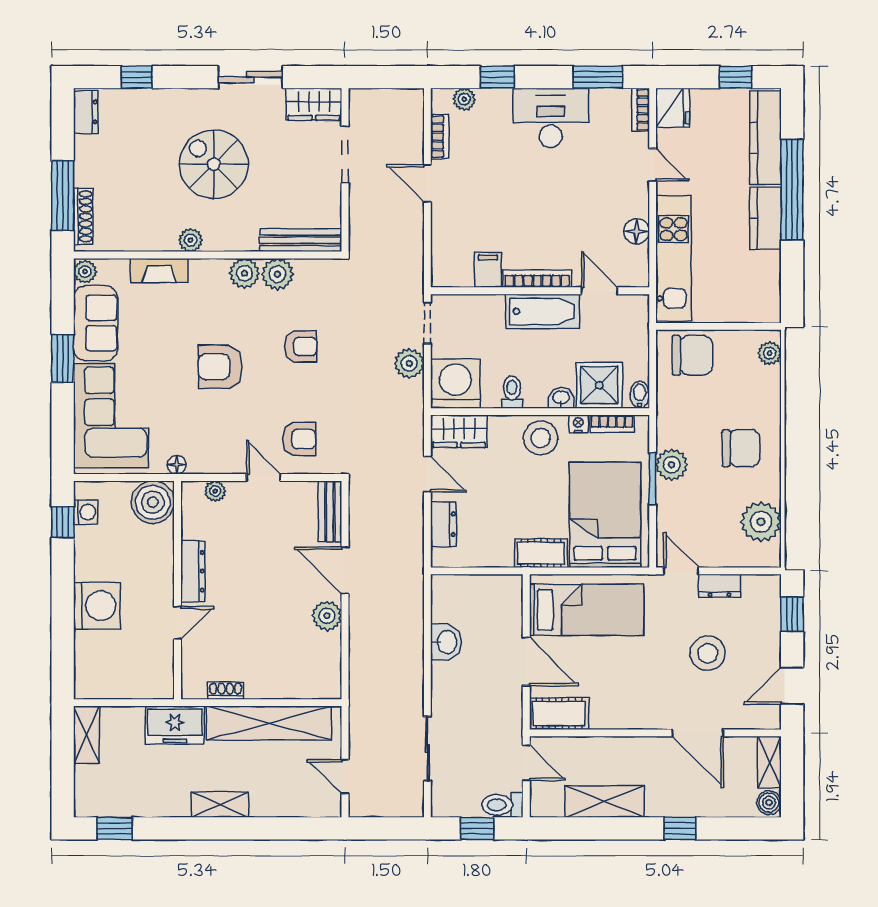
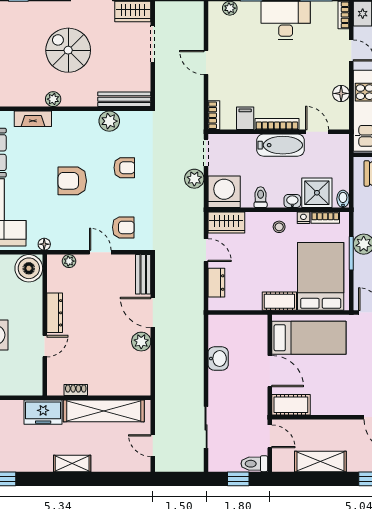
bookcase: (440, 137) -> (214, 115), moved
plant: (244, 273) -> (88, 121), removed
stool: (541, 438) -> (279, 227), width x0.53, depth x0.53

